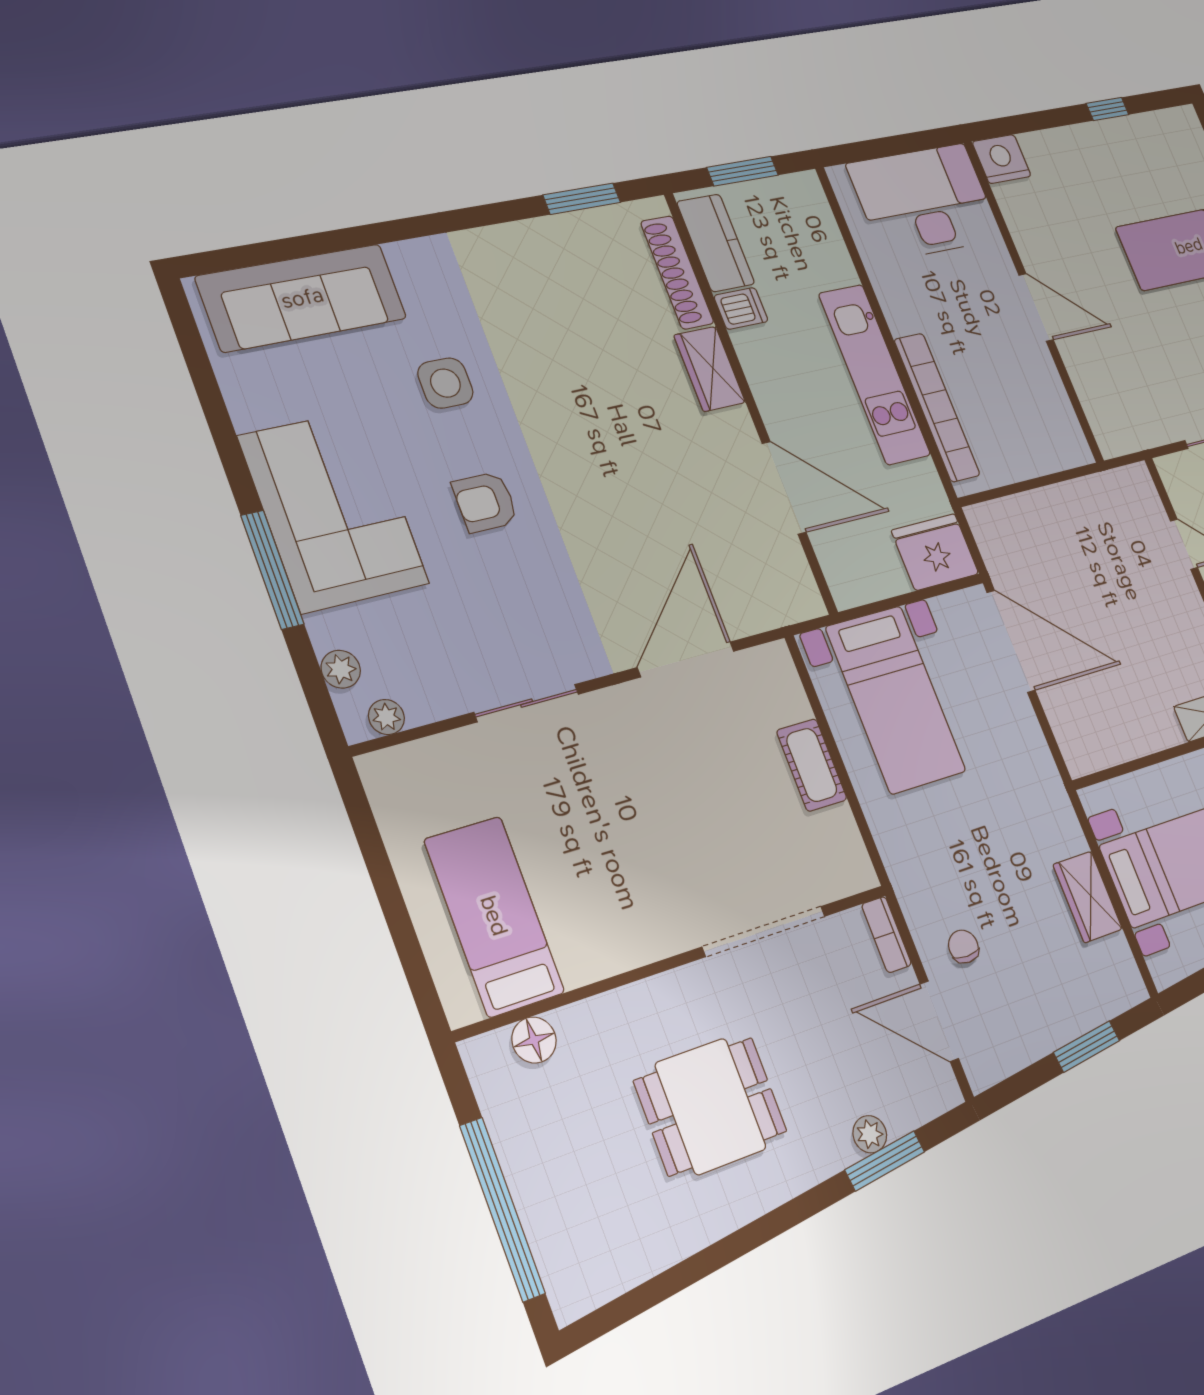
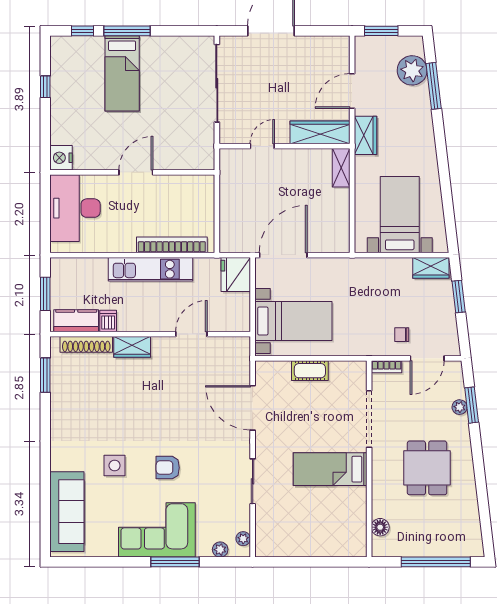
door: (784, 488) -> (191, 334), width x0.73
armchair: (485, 502) -> (168, 468), turned 90
wardrobe: (1088, 897) -> (431, 268), moved
bed: (494, 916) -> (330, 469), moved

